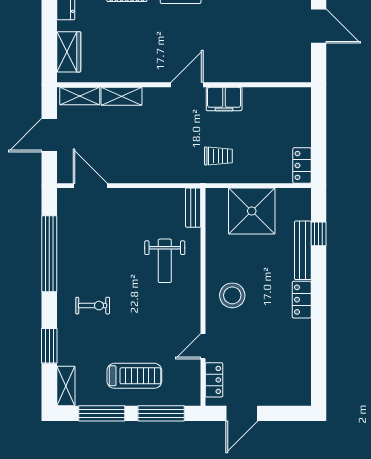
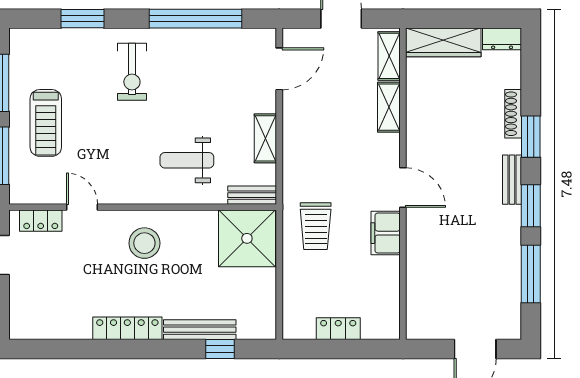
wardrobe: (69, 52) -> (443, 42), width x1.50
trolley: (218, 156) -> (316, 226), width x1.36, depth x1.39
locker: (302, 165) -> (338, 329), moved
shower: (252, 211) -> (247, 238), moved
locker: (302, 300) -> (127, 328), width x1.53
exercise bike: (93, 306) -> (132, 72), width x1.38, depth x1.39
shelving: (66, 386) -> (265, 138), moved, turned 90

